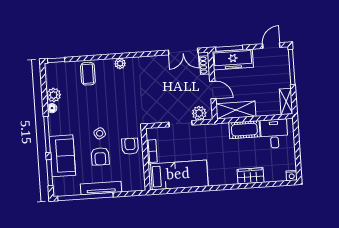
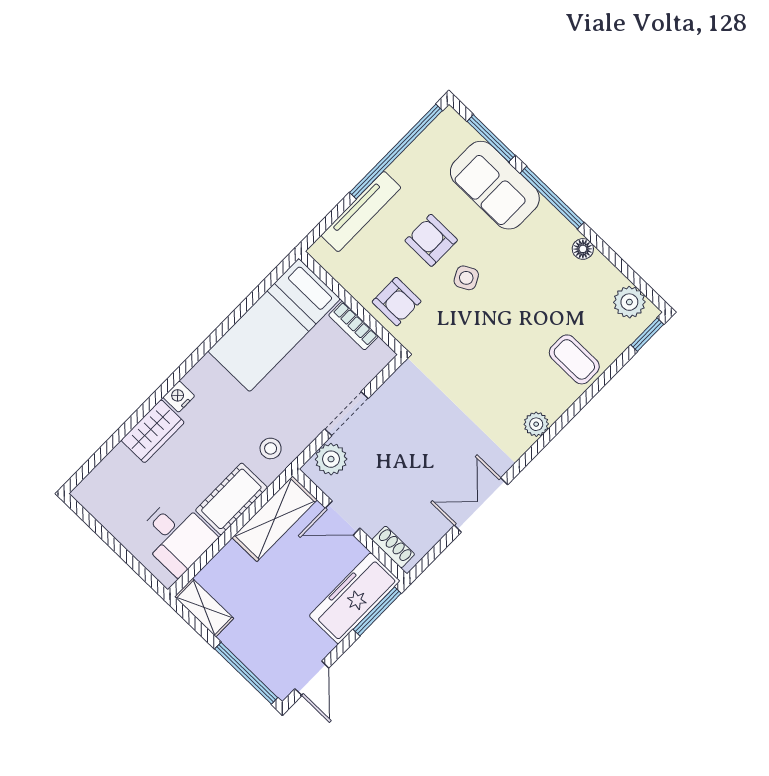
double door: (183, 52) -> (481, 505), moved
plant: (54, 95) -> (629, 302), moved
stool: (216, 135) -> (271, 448), added
nightstand: (292, 176) -> (179, 397), moved
tv unit: (101, 188) -> (361, 212), moved

